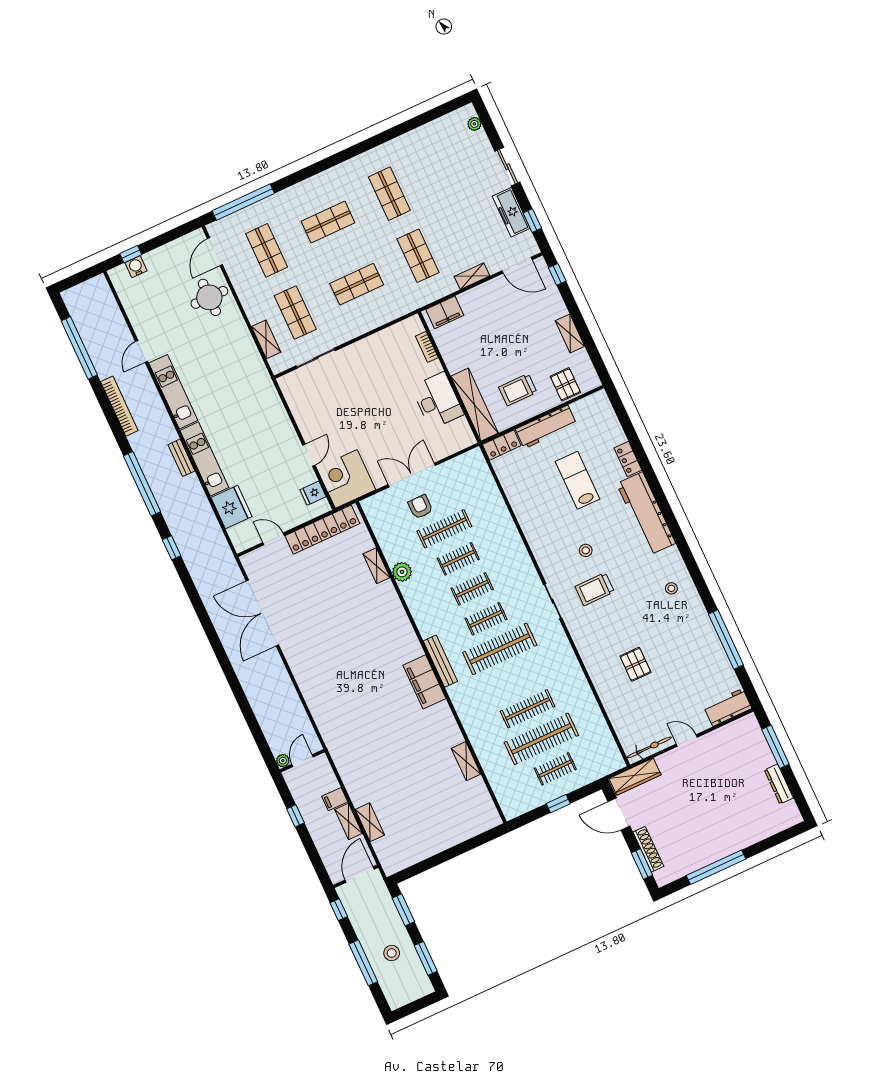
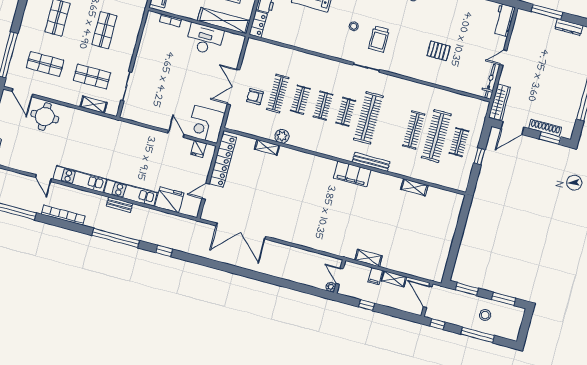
bench: (440, 661) -> (371, 162), moved
shelving: (370, 822) -> (369, 258), moved

